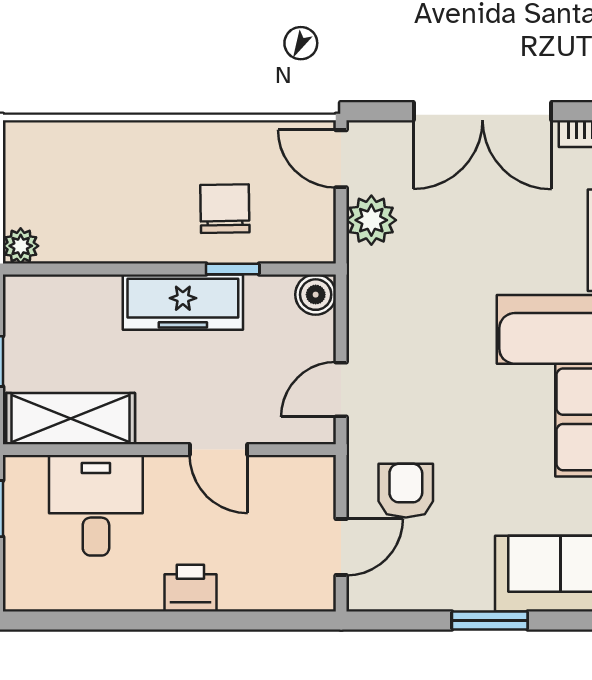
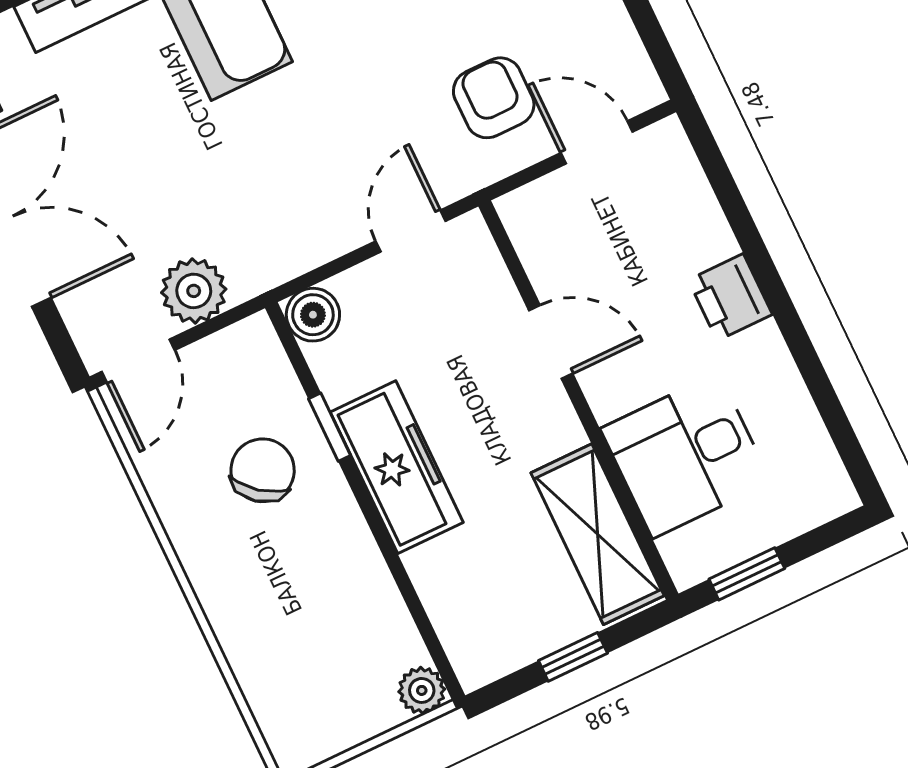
chair: (225, 209) -> (263, 470), turned 129
door: (341, 389) -> (411, 231), swing flipped
door: (219, 450) -> (551, 342), hinge flipped
armchair: (406, 491) -> (494, 98), turned 90

